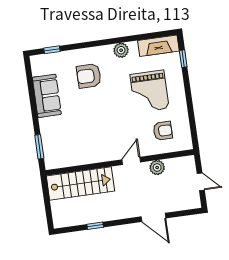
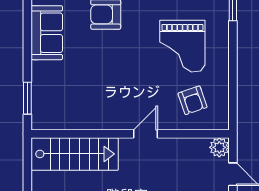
armchair: (163, 131) -> (193, 100), turned 71
plant: (157, 167) -> (219, 147), moved

